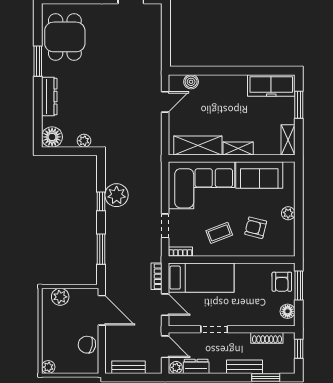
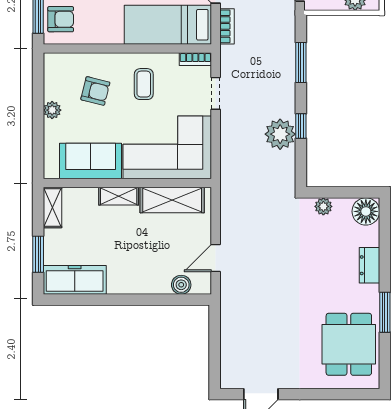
dresser: (49, 97) -> (370, 265), width x0.70
coffee table: (219, 233) -> (144, 84), turned -69
armchair: (282, 282) -> (61, 19), turned 90

